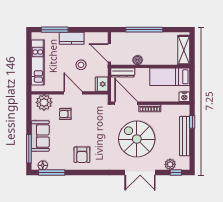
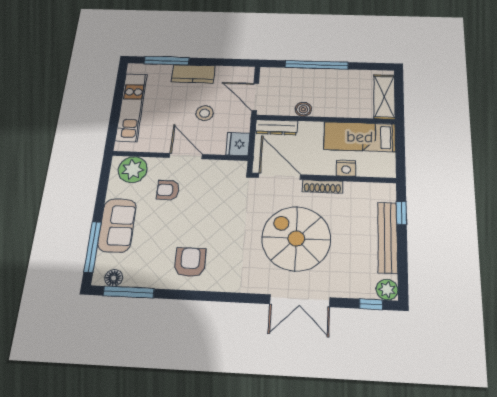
nightstand: (184, 97) -> (346, 168), moved
armchair: (82, 155) -> (190, 262), turned 180
plant: (170, 164) -> (387, 290), moved

